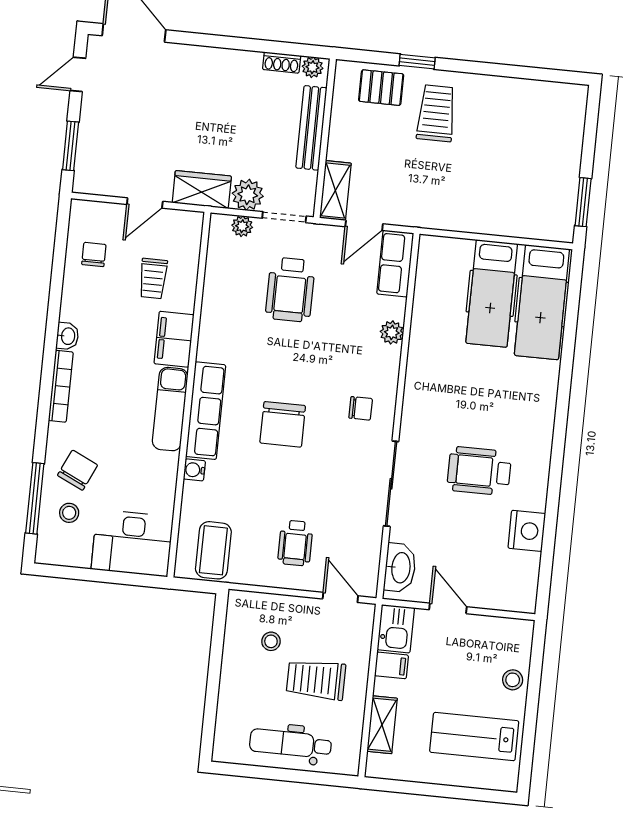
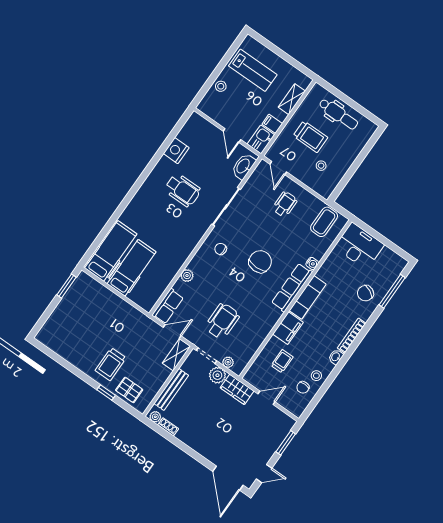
stool: (69, 513) -> (316, 376), moved

